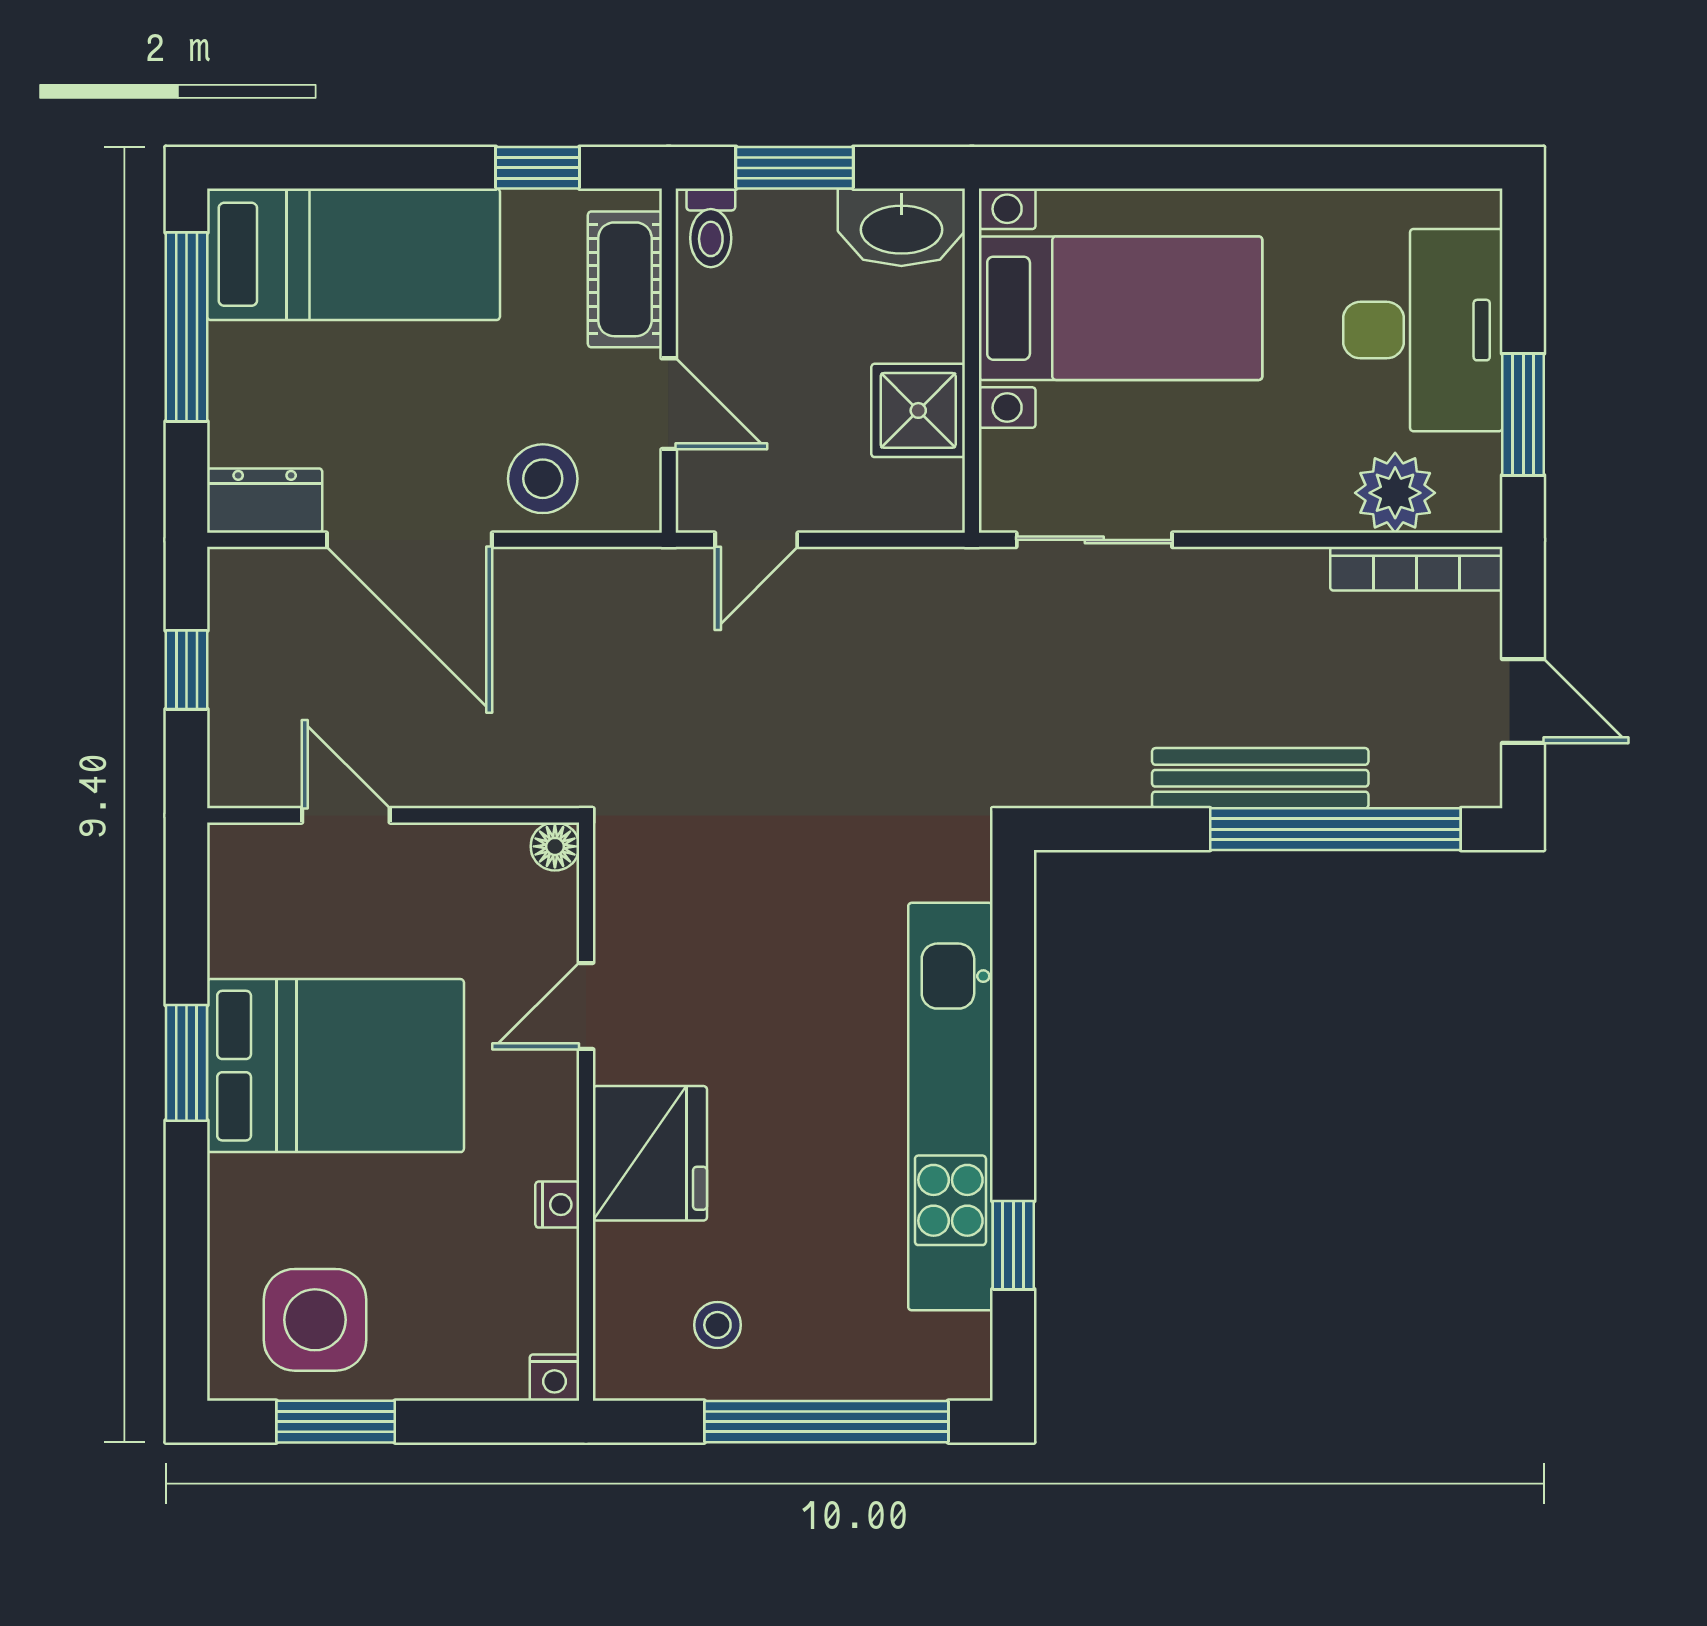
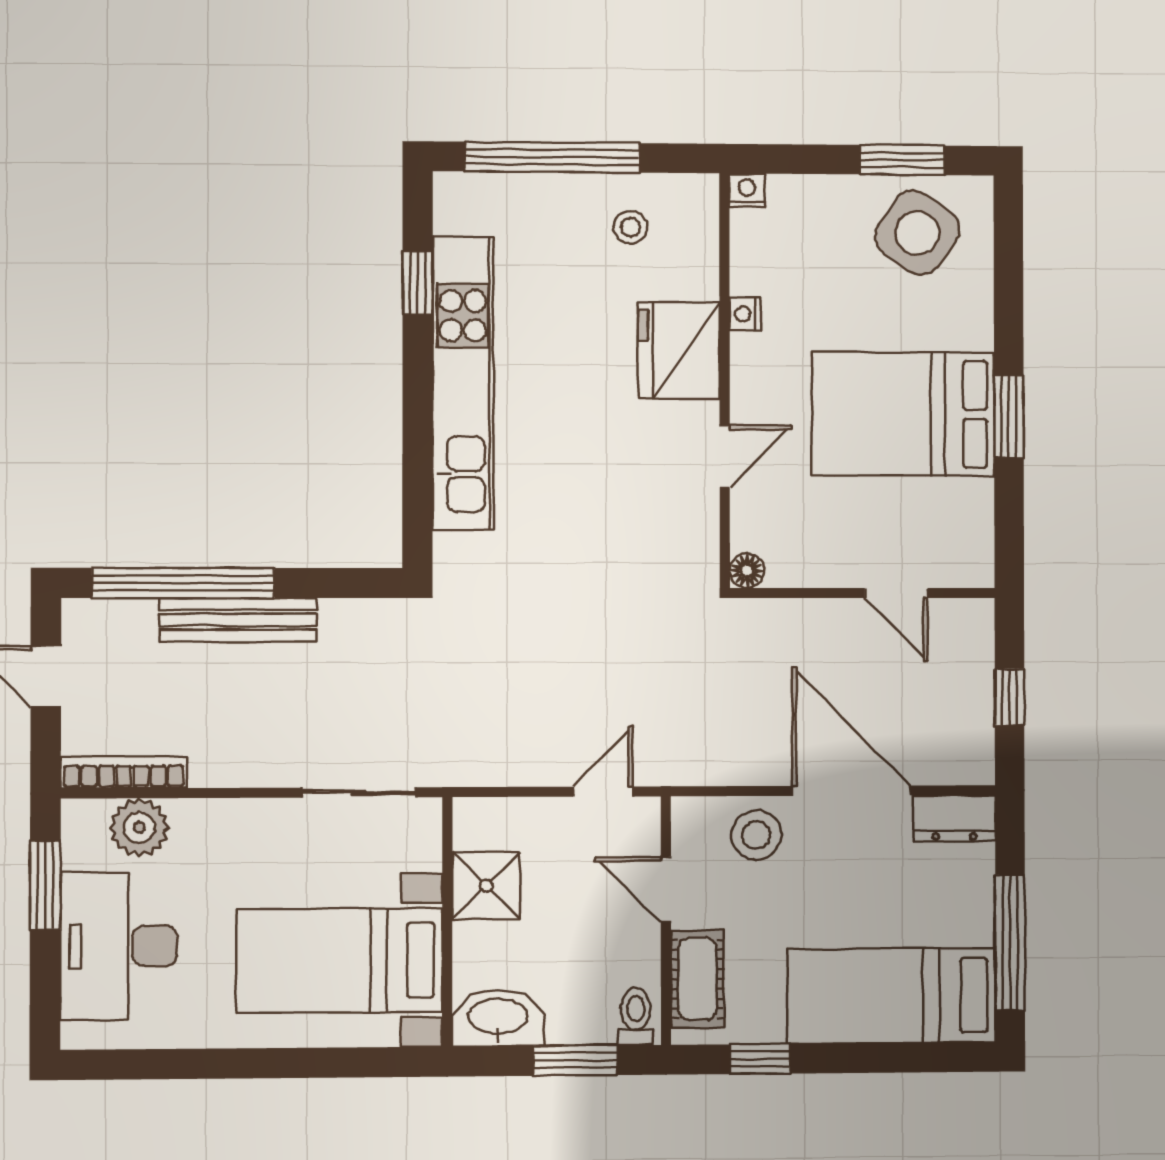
side table: (315, 1320) -> (917, 233), turned 35

